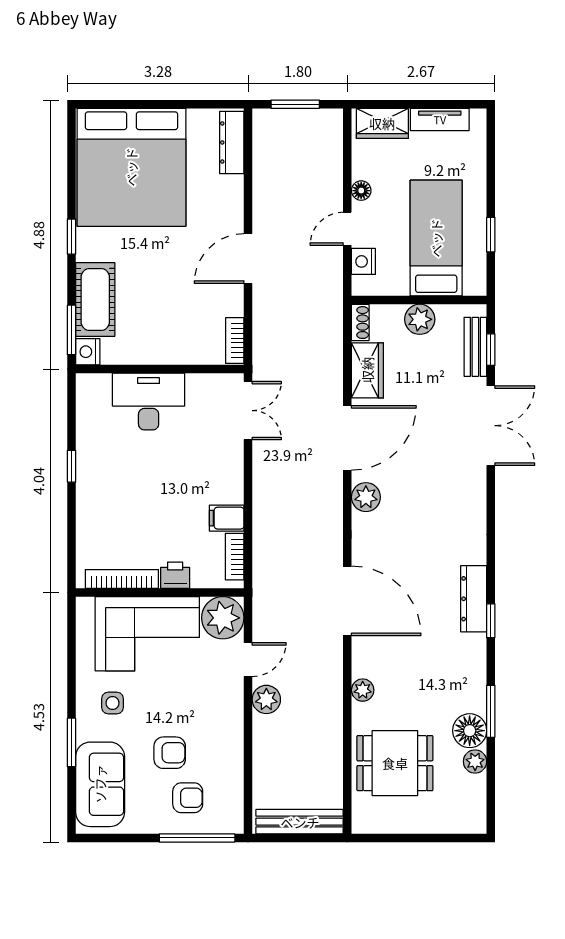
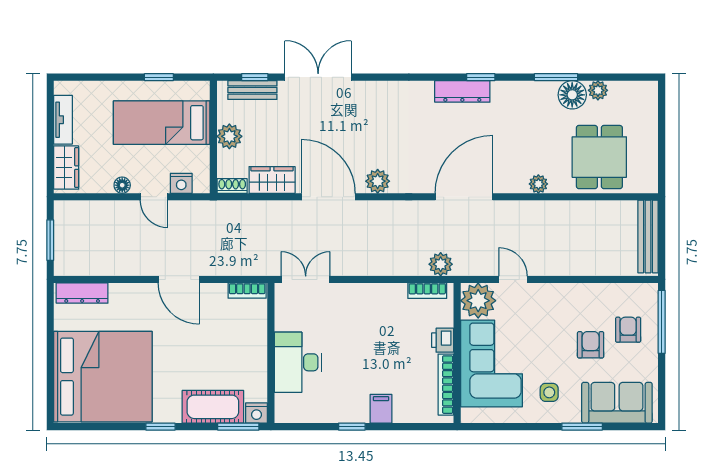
filing cabinet: (227, 518) -> (381, 409), moved, turned 180
plant: (266, 699) -> (441, 264), moved

